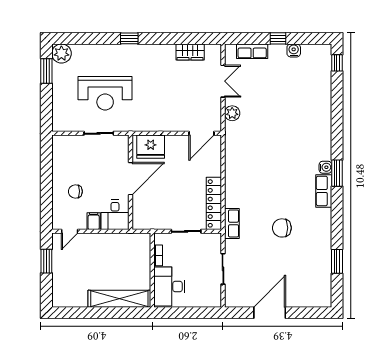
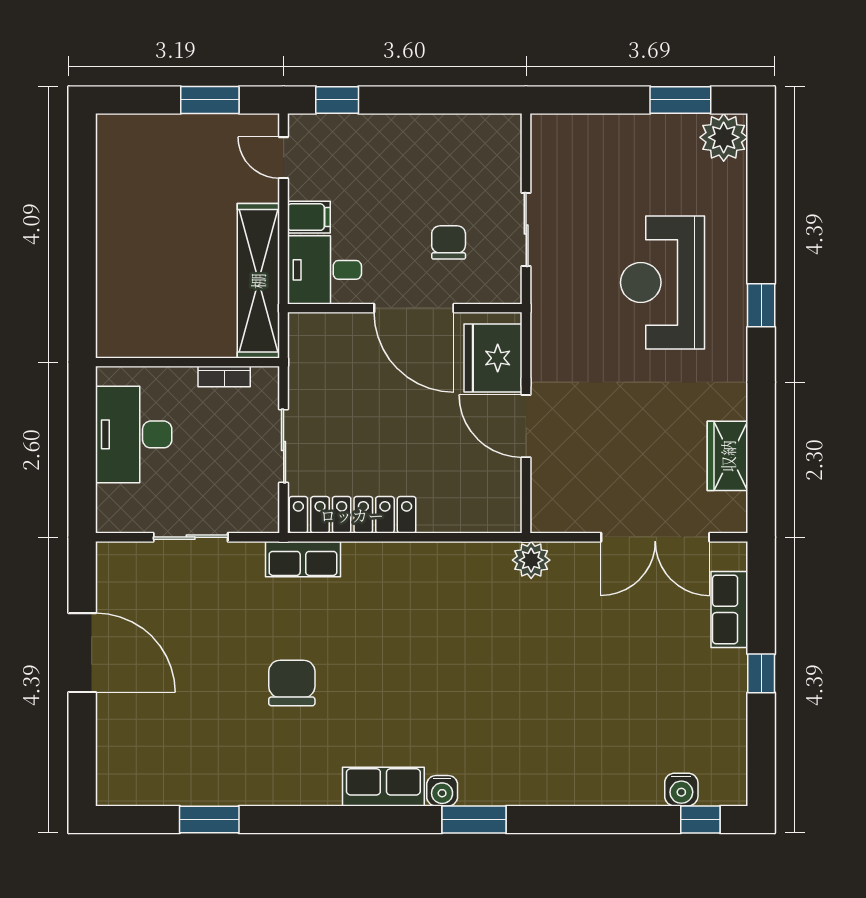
water cooler: (294, 50) -> (681, 790), moved, turned 90
double door: (223, 81) -> (655, 537), width x1.37
reception desk: (105, 93) -> (663, 282), moved
plant: (232, 113) -> (531, 560), moved
door: (202, 133) -> (526, 426), moved
window: (337, 173) -> (474, 819), moved
chair: (75, 191) -> (449, 242), moved
window: (46, 210) -> (337, 100), added
desk: (169, 286) -> (134, 434), moved, turned -90
shelving: (119, 299) -> (258, 281), moved

